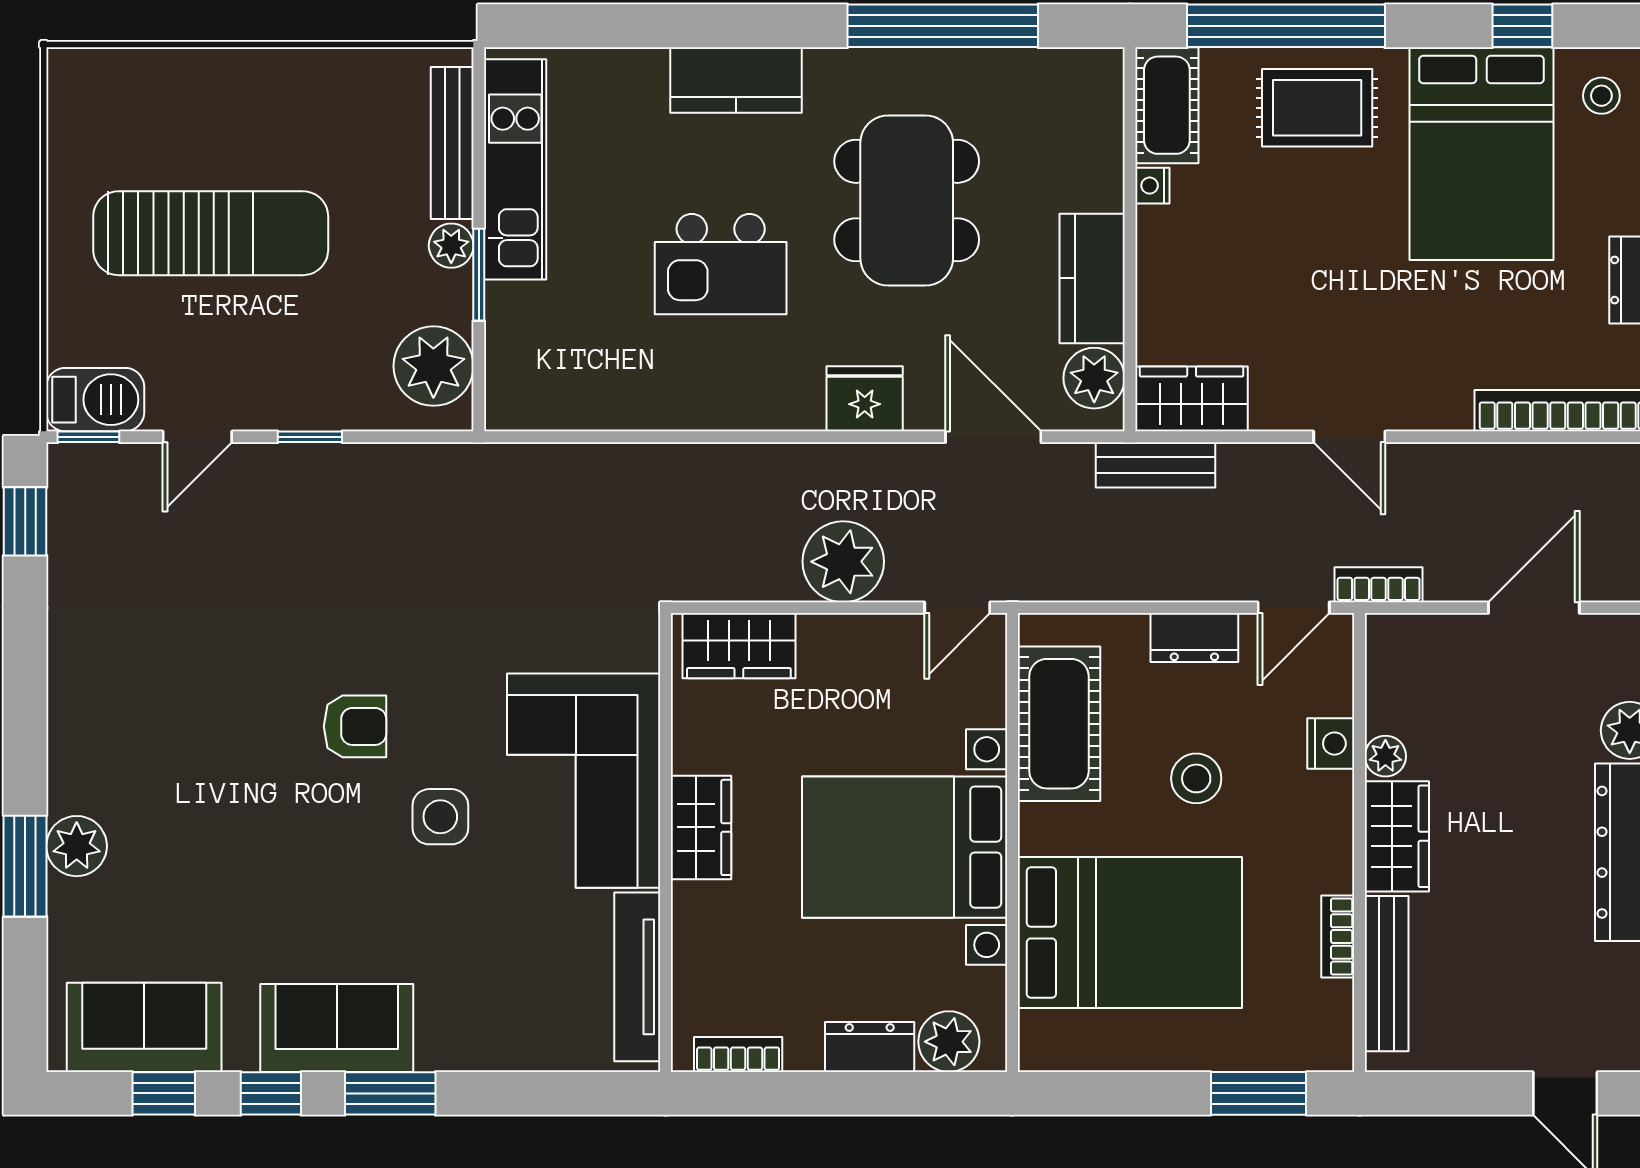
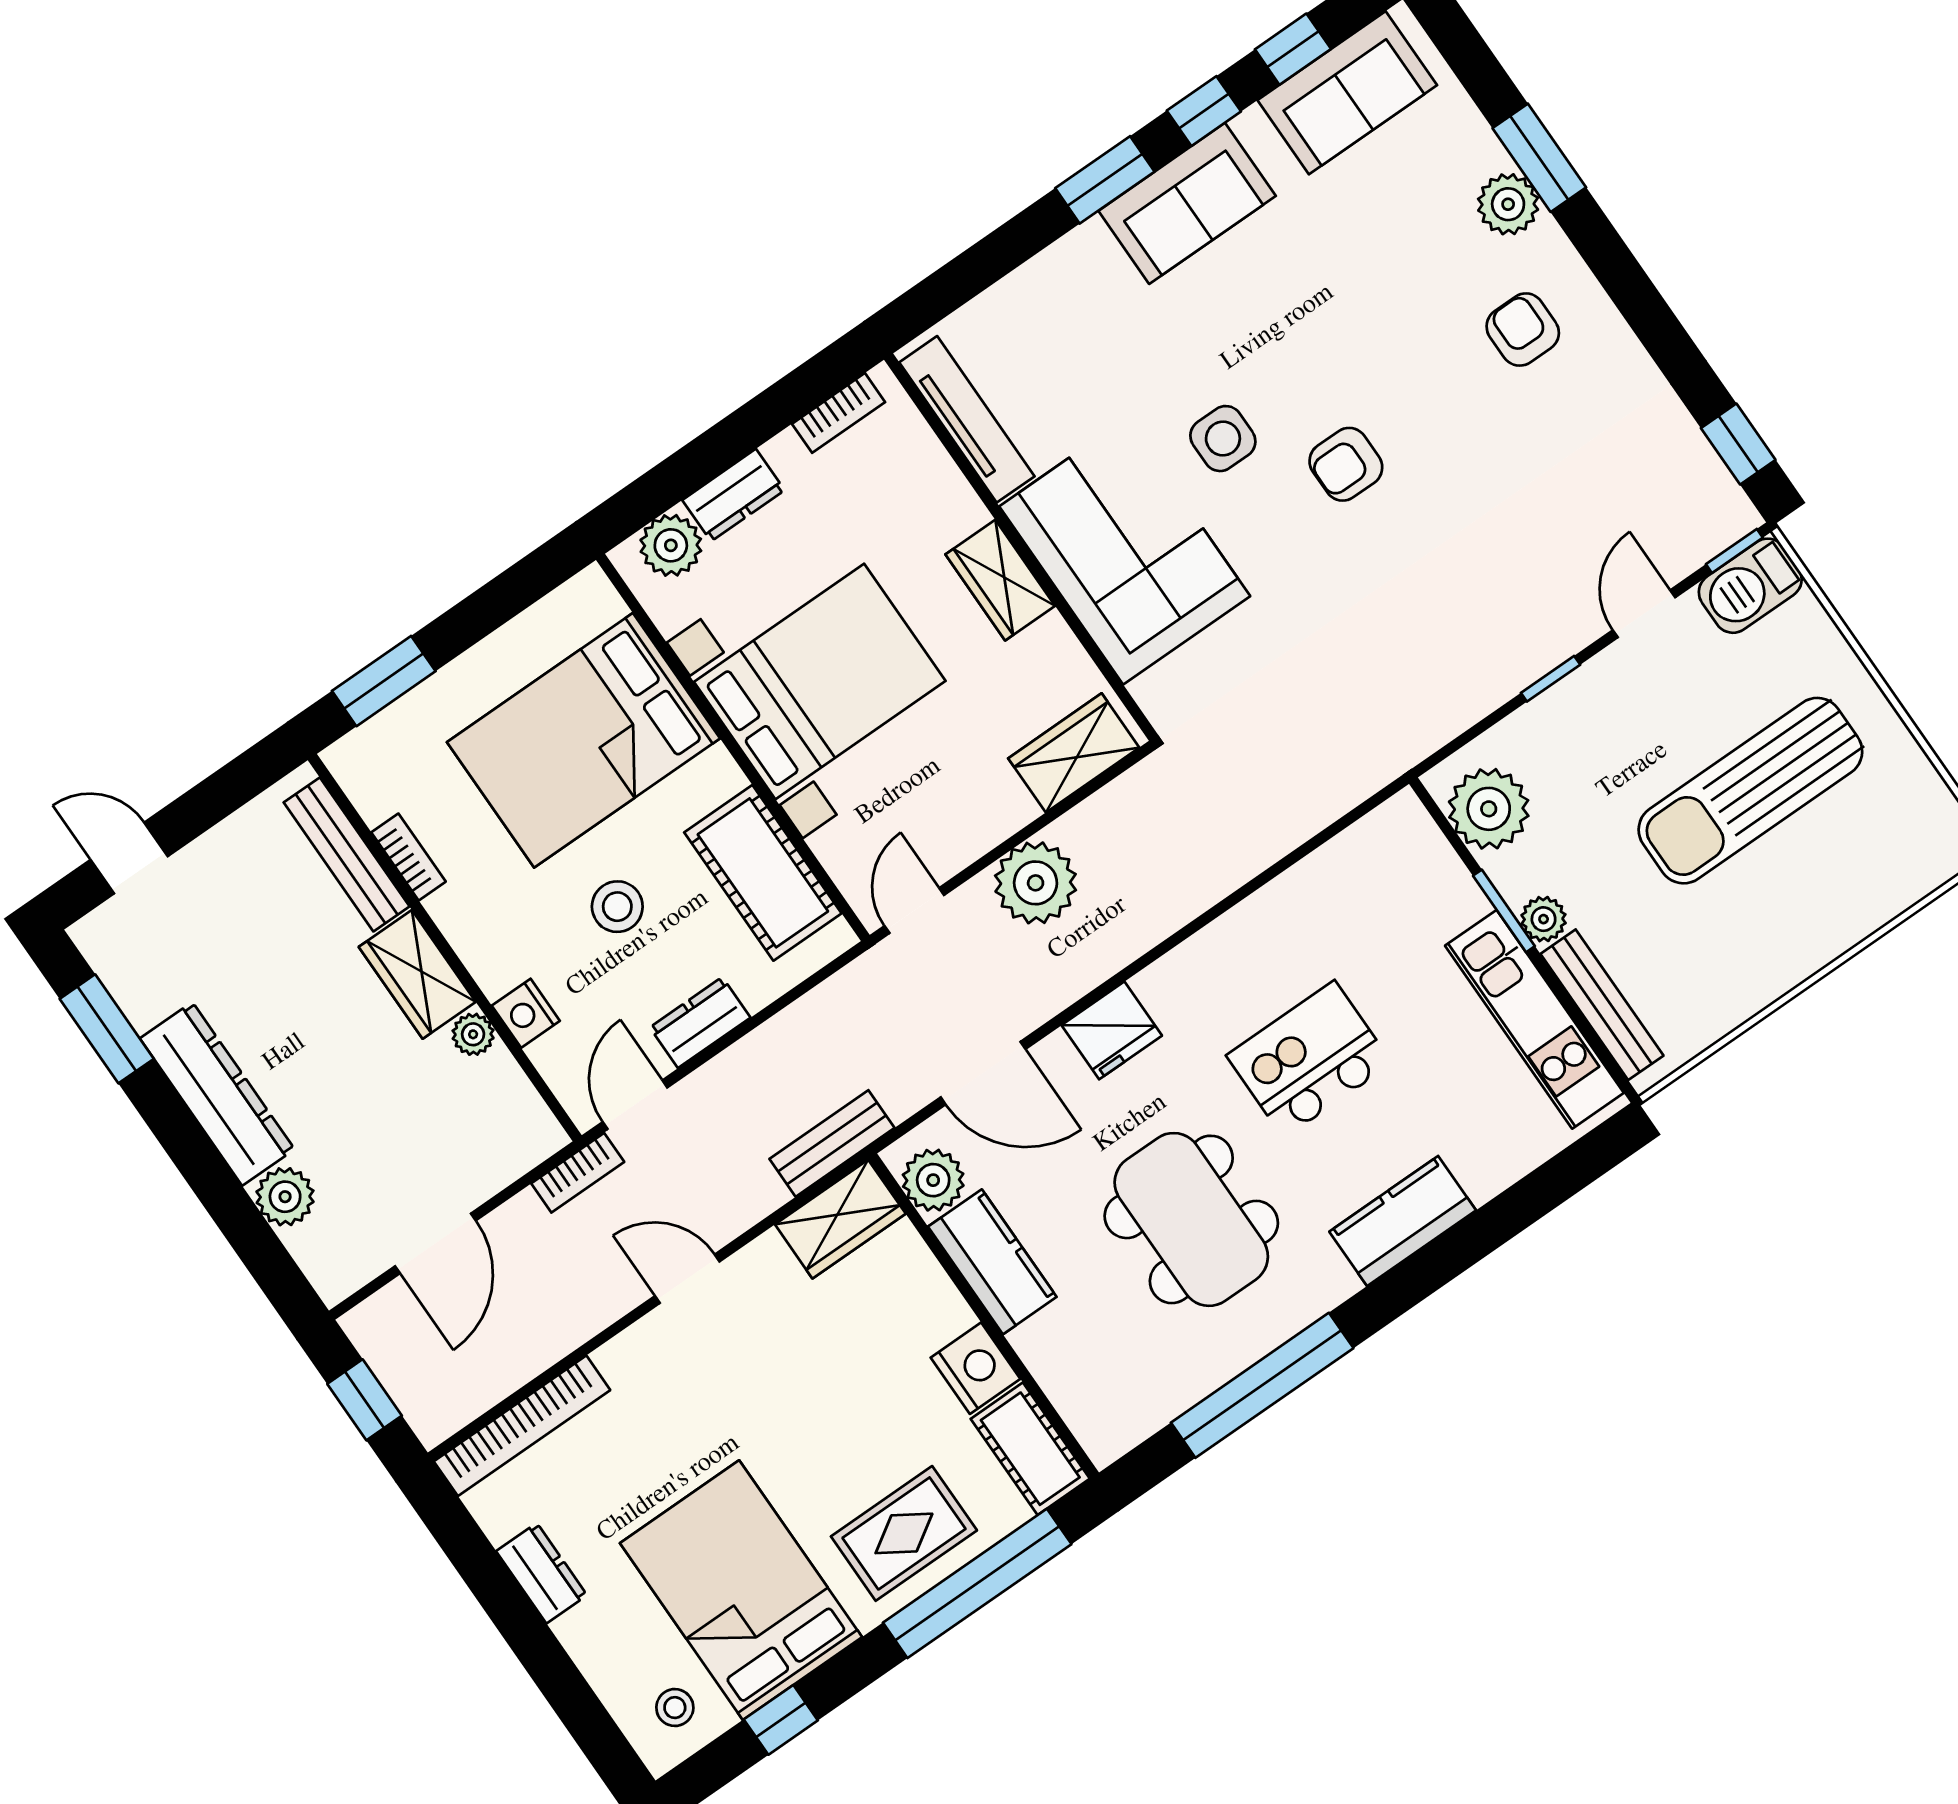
nightstand: (1152, 186) -> (976, 1368), width x1.89, depth x1.79
armchair: (135, 736) -> (1523, 330), added

